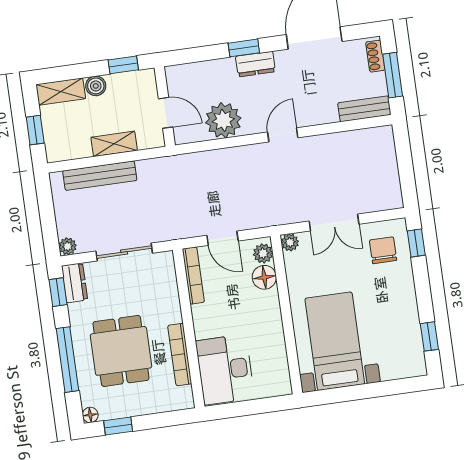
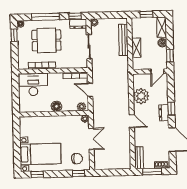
door: (166, 113) -> (157, 71), moved
double door: (334, 223) -> (91, 139), swing flipped
door: (222, 238) -> (90, 90), hinge flipped
floor lamp: (264, 277) -> (56, 106), moved
bed with nightstands: (335, 341) -> (40, 154), moved

